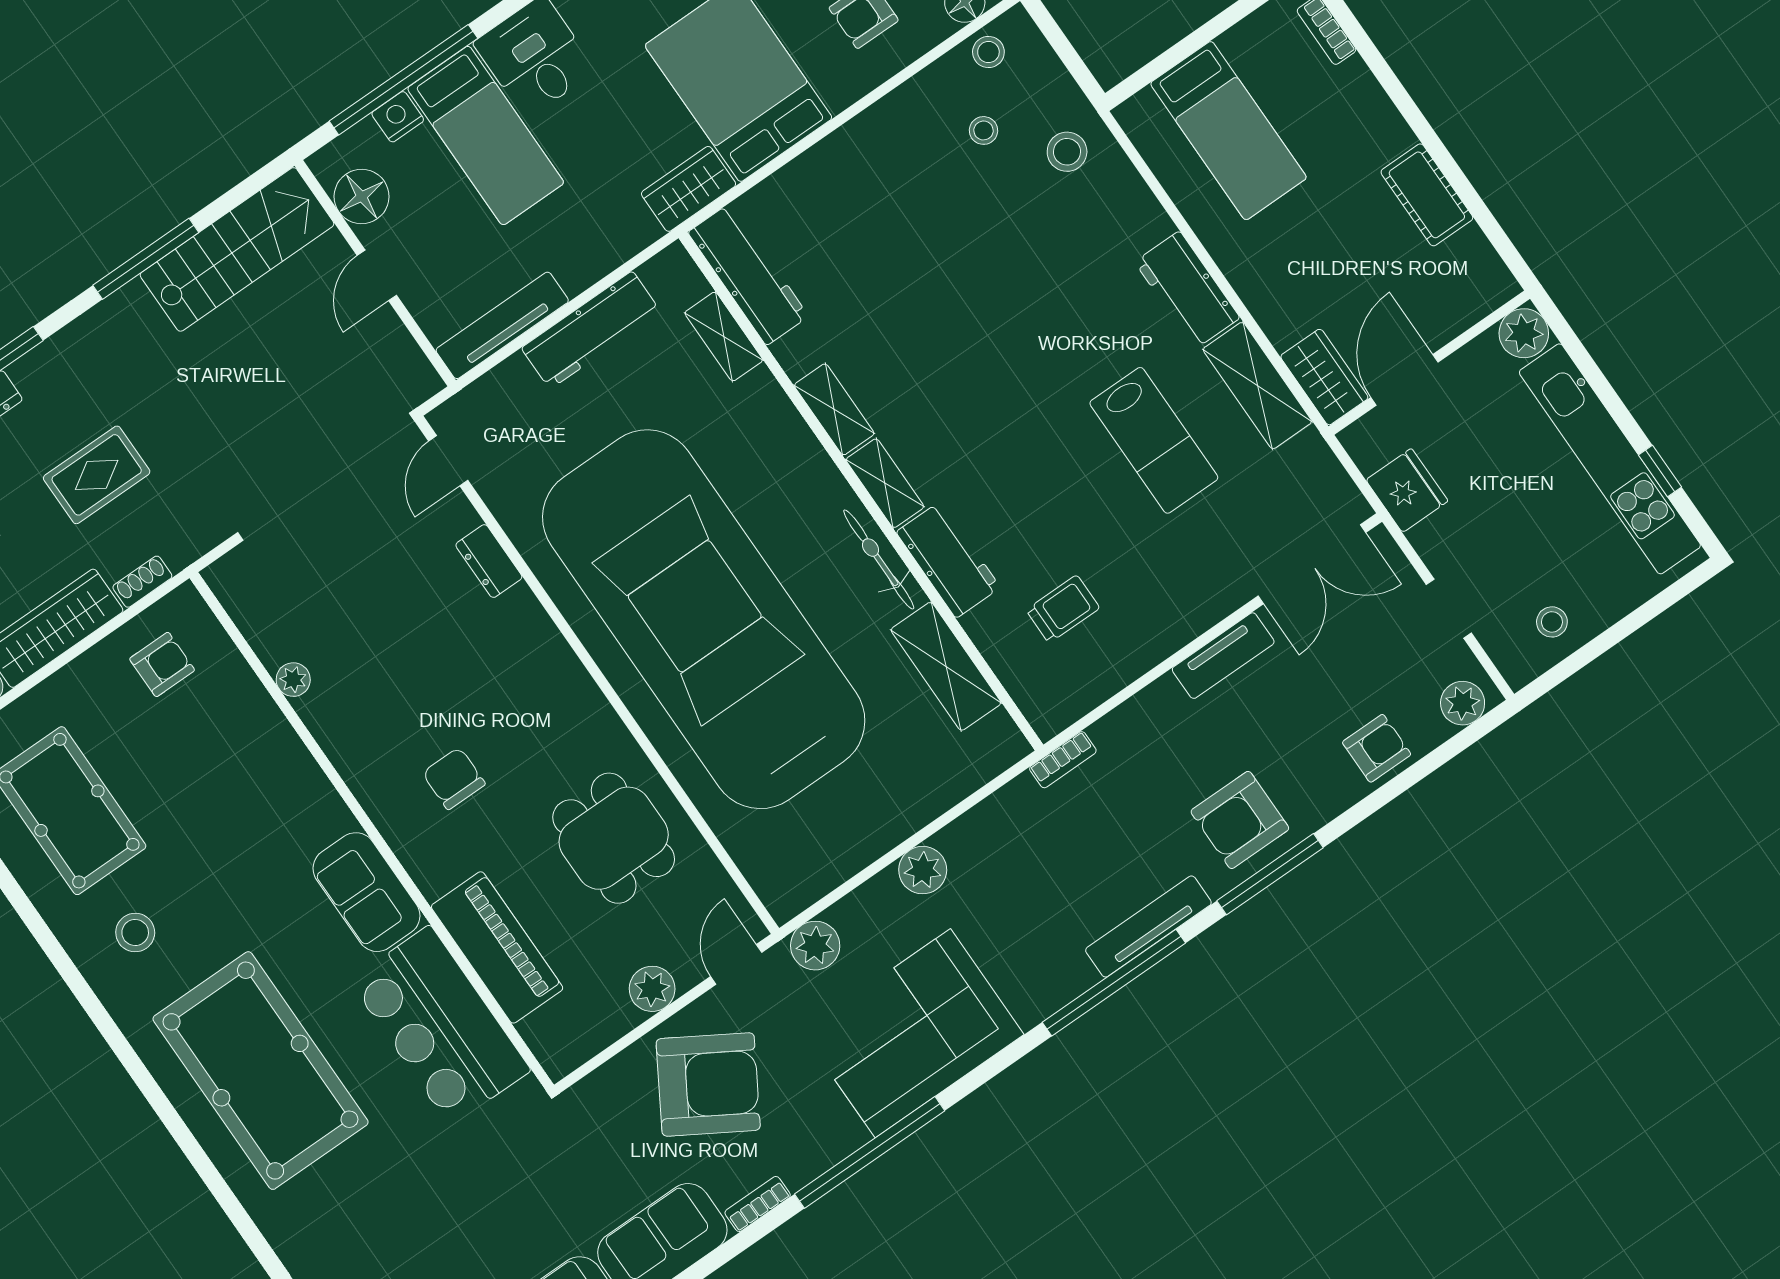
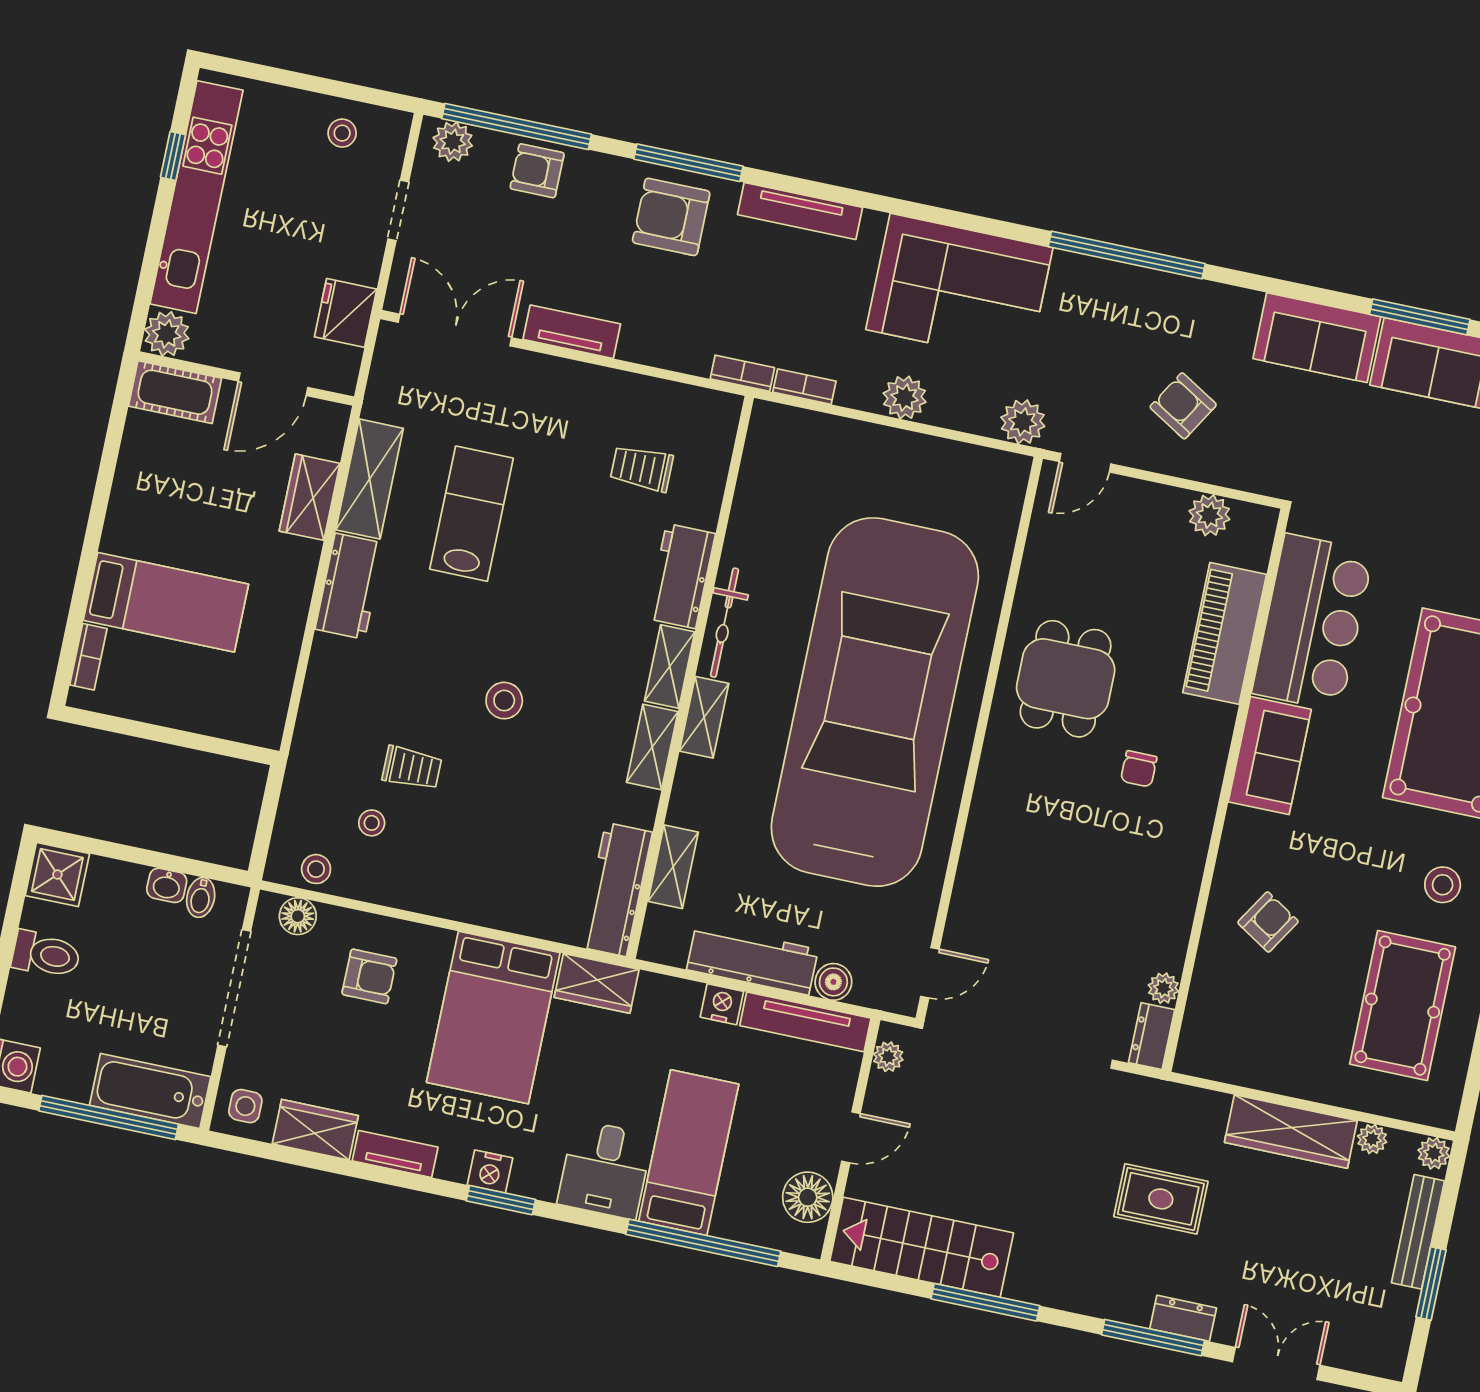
nightstand: (398, 117) -> (722, 1004), moved, turned 180
bed: (1228, 131) -> (166, 602), moved, turned 90
stool: (1067, 152) -> (504, 701), moved
cot: (1427, 195) -> (175, 392), moved, turned 90
trolley: (997, 203) -> (412, 768), added
plant: (413, 365) -> (888, 1057), added
wardrobe: (1324, 377) -> (310, 497), moved
boiler: (513, 378) -> (833, 982), added
dresser: (489, 561) -> (1152, 1036), moved, turned 180
shoe rack: (142, 582) -> (1203, 1101), removed
car: (704, 619) -> (875, 702), turned 180
armchair: (162, 664) -> (1268, 922), moved, turned 122
shelving: (946, 666) -> (704, 717), moved, width x0.67, depth x0.75
plant: (293, 680) -> (1163, 988), moved
chair: (454, 778) -> (1139, 769), width x0.73, depth x0.73
armchair: (1240, 820) -> (671, 217), turned 180
dining table: (614, 838) -> (1066, 679), moved
window: (1114, 983) -> (517, 126), moved
plant: (652, 989) -> (1209, 515), moved
corner sofa: (913, 1033) -> (959, 289), moved
armchair: (708, 1084) -> (1183, 406), width x0.53, depth x0.53
bookcase: (758, 1204) -> (804, 387), moved, turned 180

